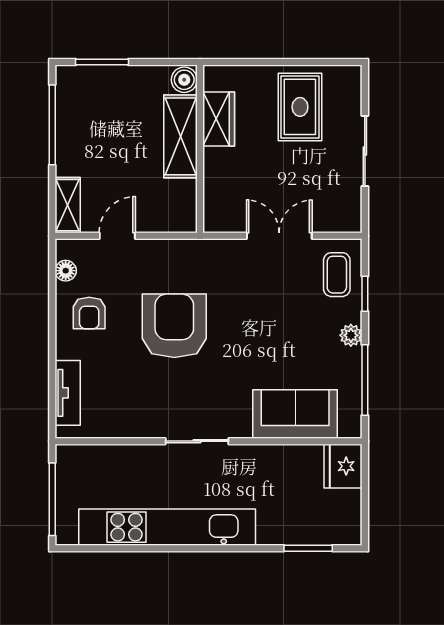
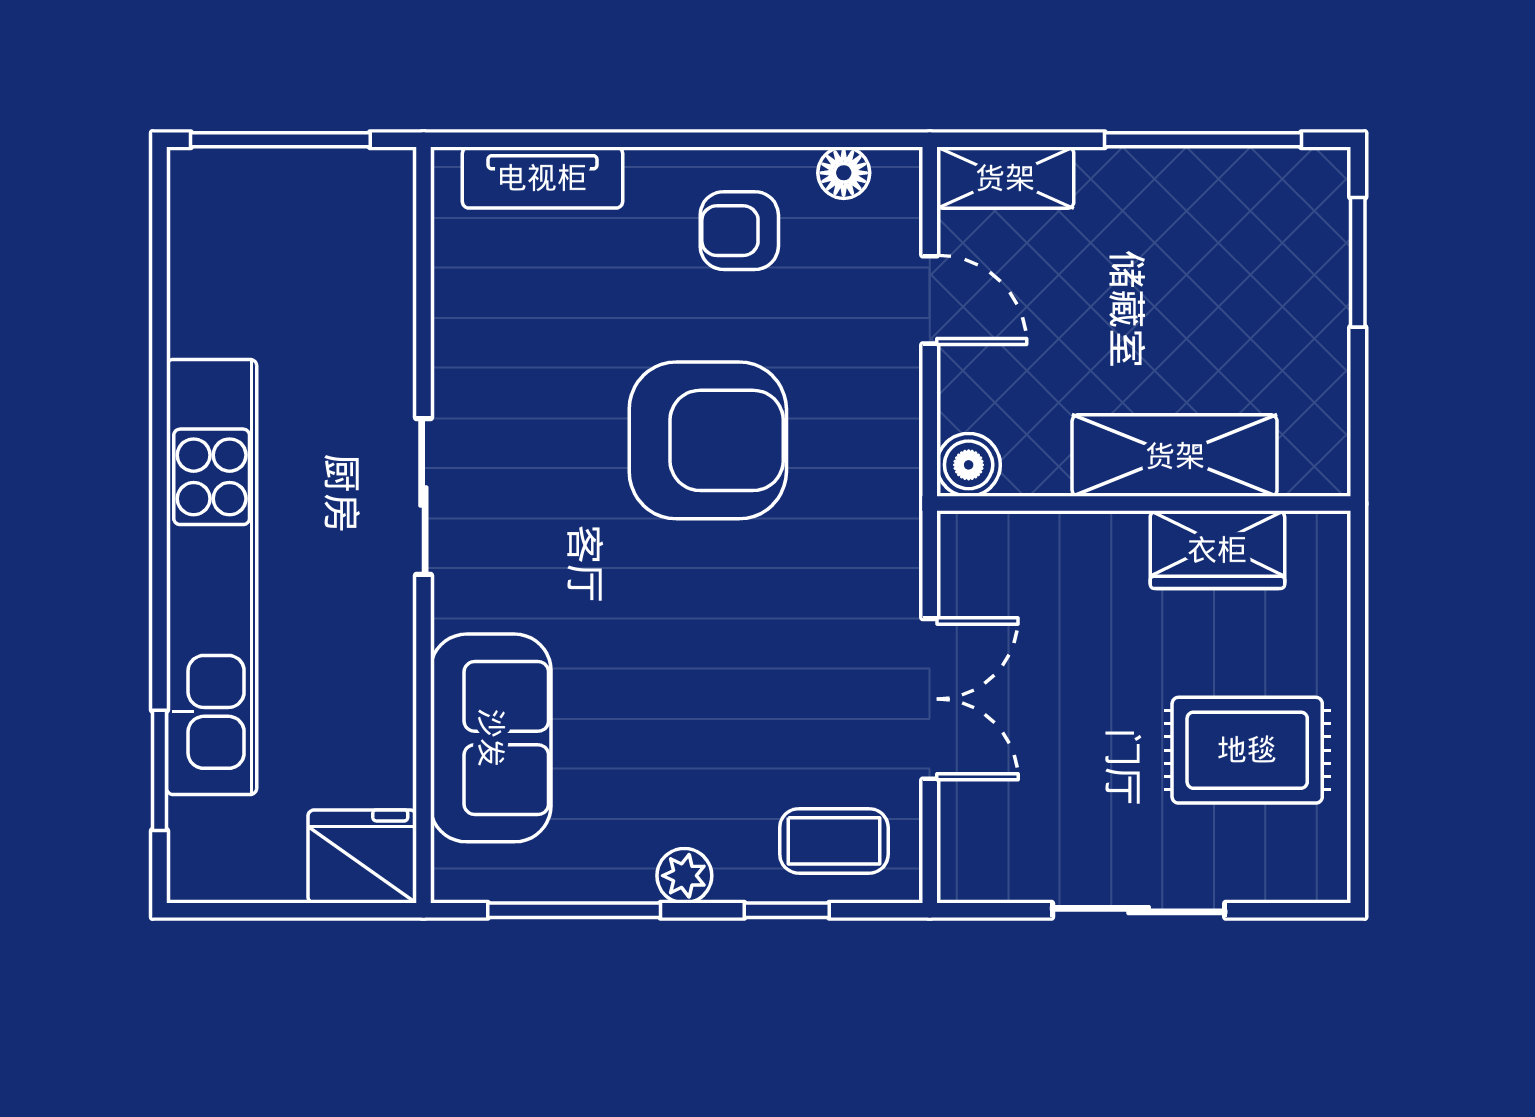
boiler: (184, 80) -> (969, 465), moved
kitchen unit: (167, 527) -> (212, 577), moved

